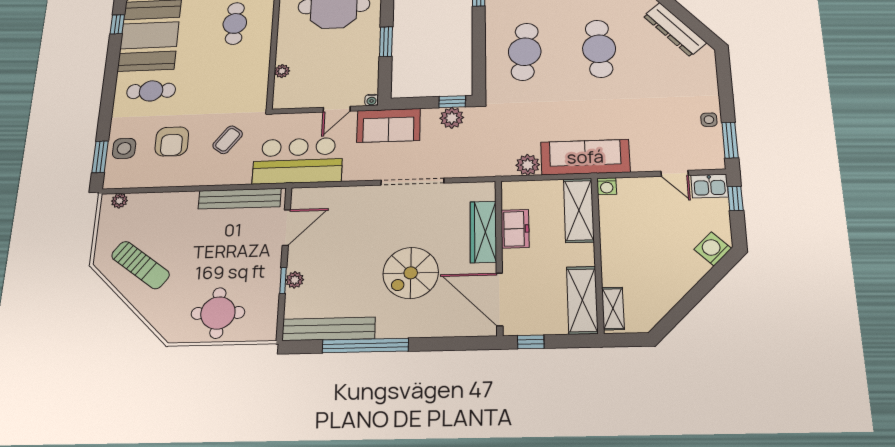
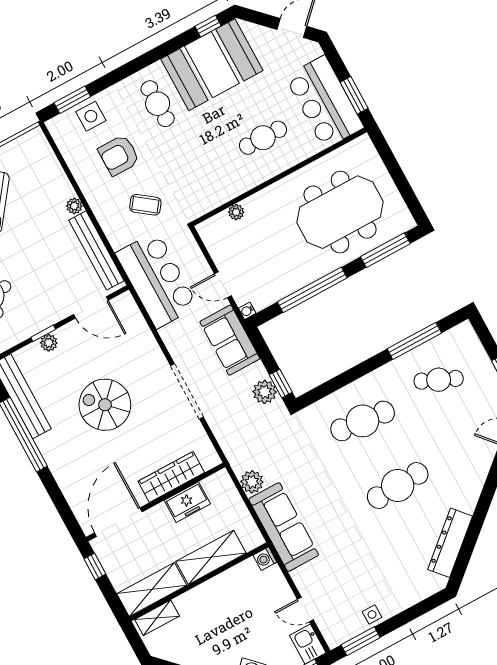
window: (386, 42) -> (312, 290), width x2.11
door: (675, 173) -> (305, 610), hinge flipped
plant: (119, 201) -> (74, 206), moved
shelving: (579, 210) -> (211, 557), moved
spiral stairs: (411, 273) -> (105, 405), moved

